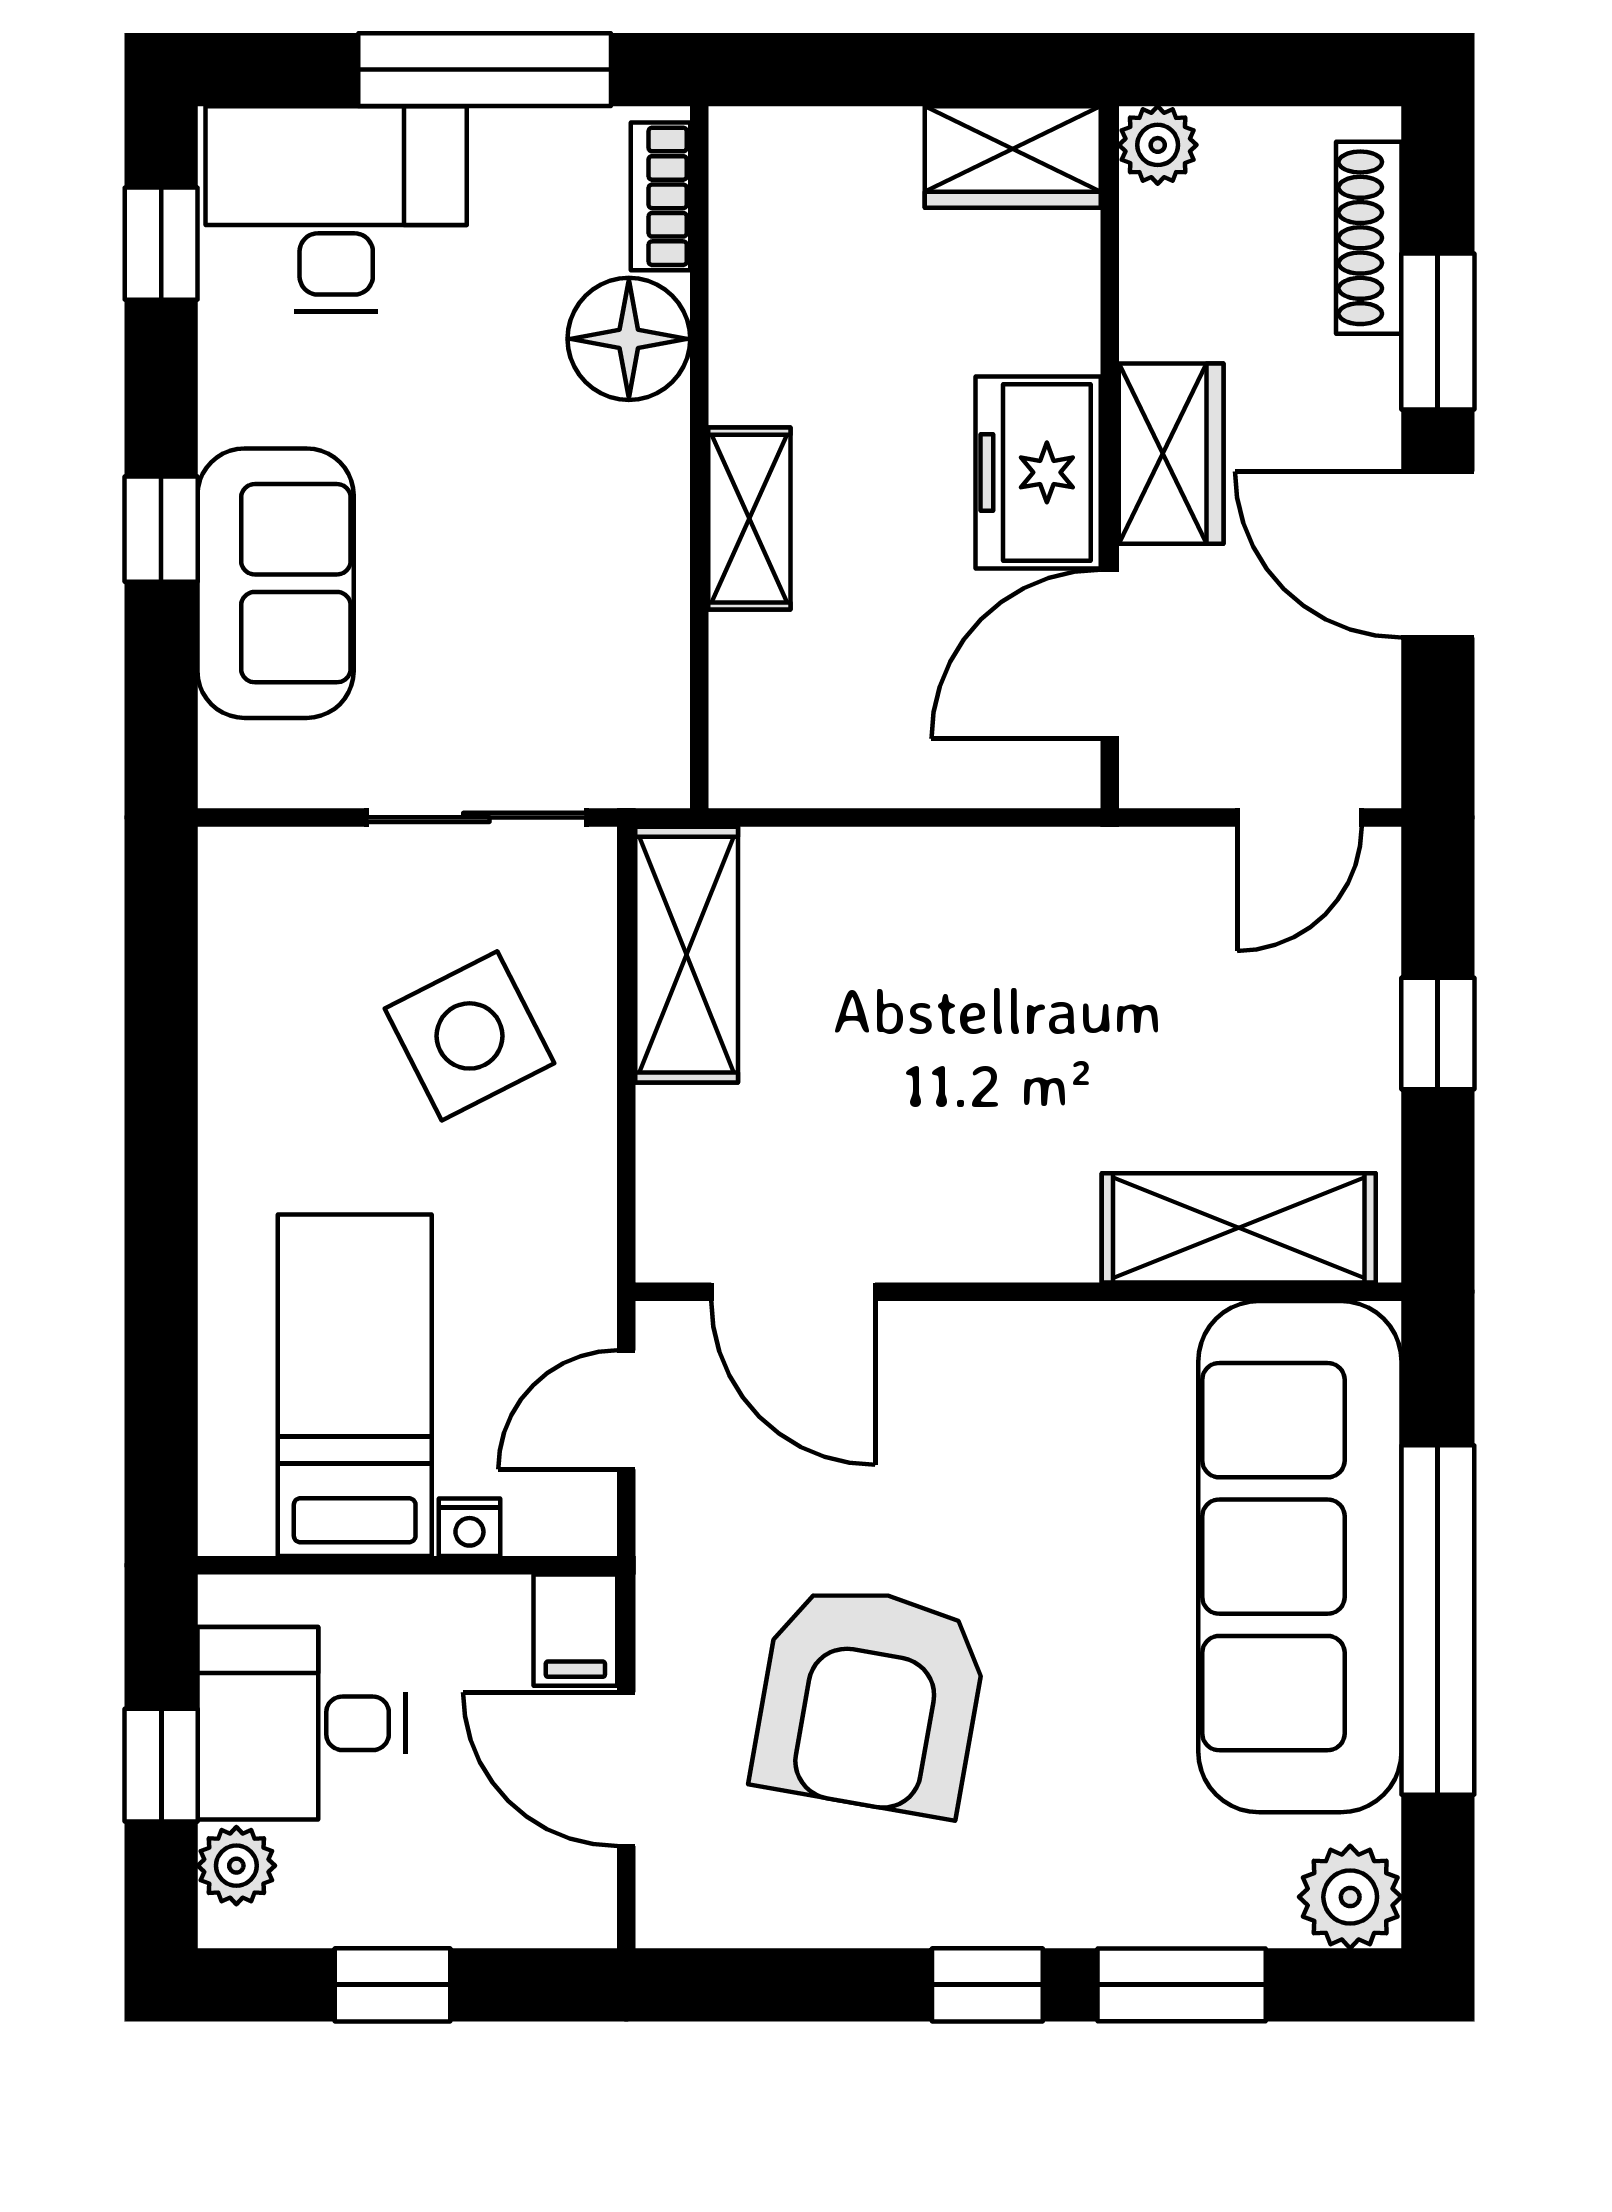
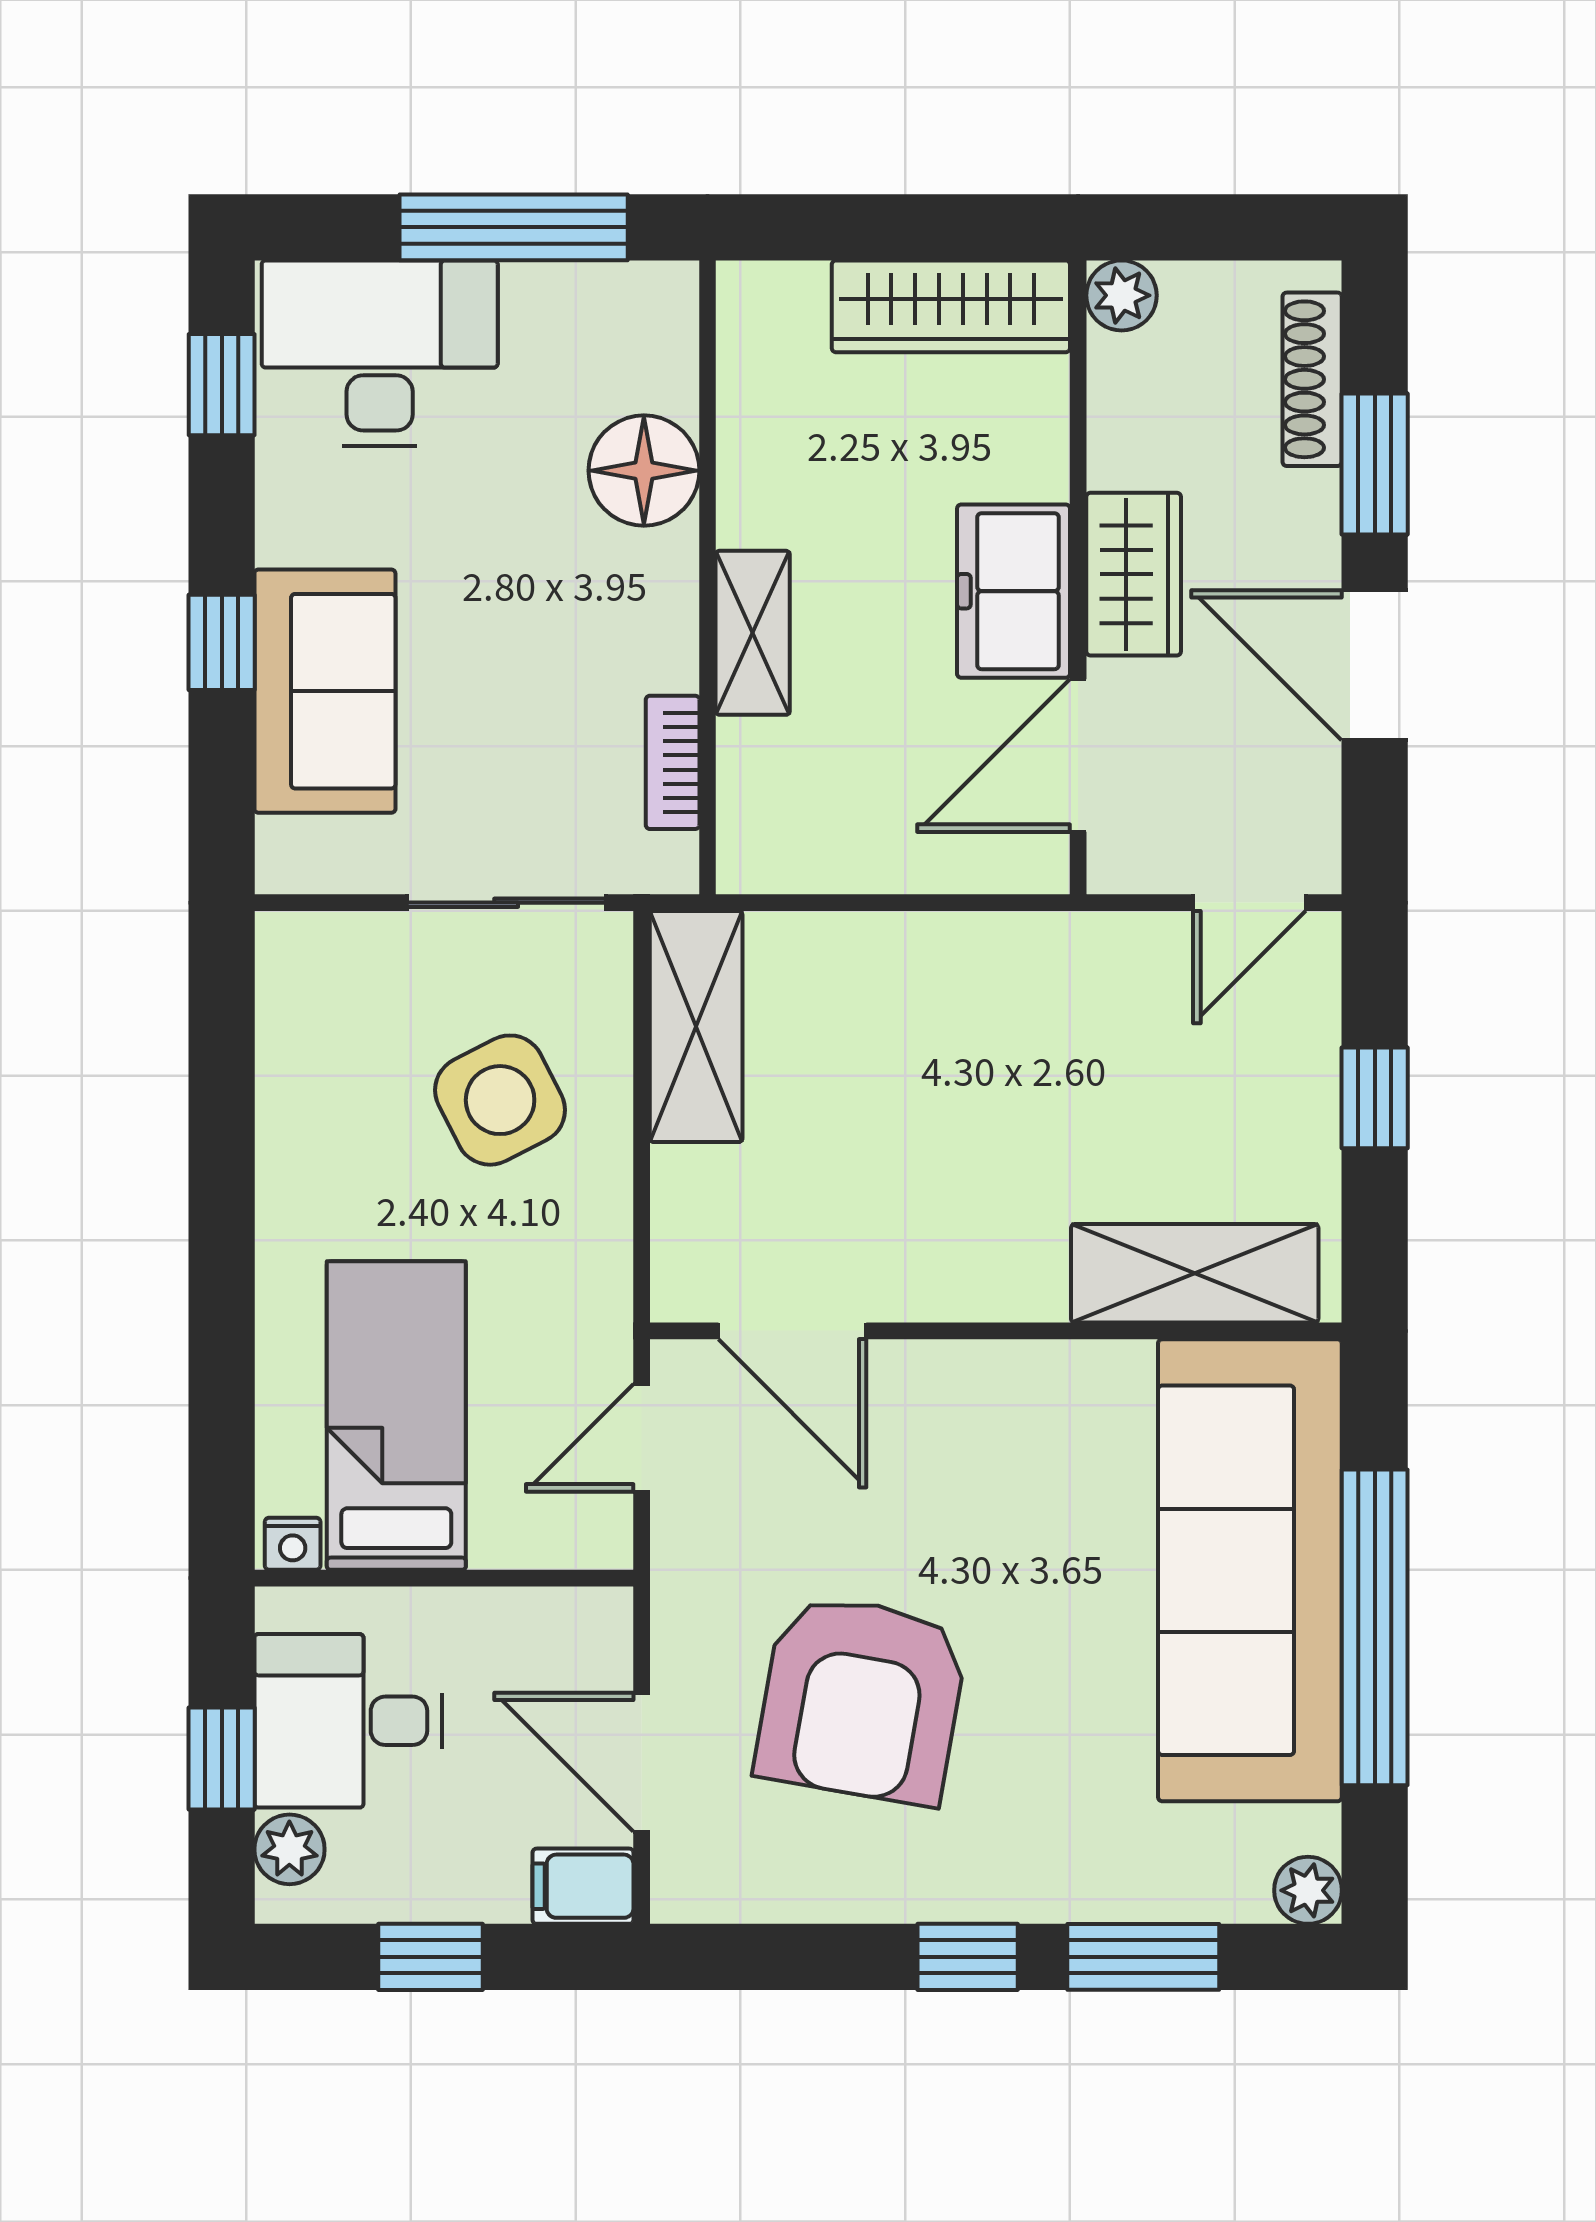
wardrobe: (1013, 157) -> (951, 306), width x1.50
bookcase: (661, 196) -> (673, 762), moved
nightstand: (469, 1527) -> (293, 1544), moved
filing cabinet: (575, 1630) -> (583, 1886), moved, turned 90
plant: (1350, 1897) -> (1308, 1890), width x0.73, depth x0.73

